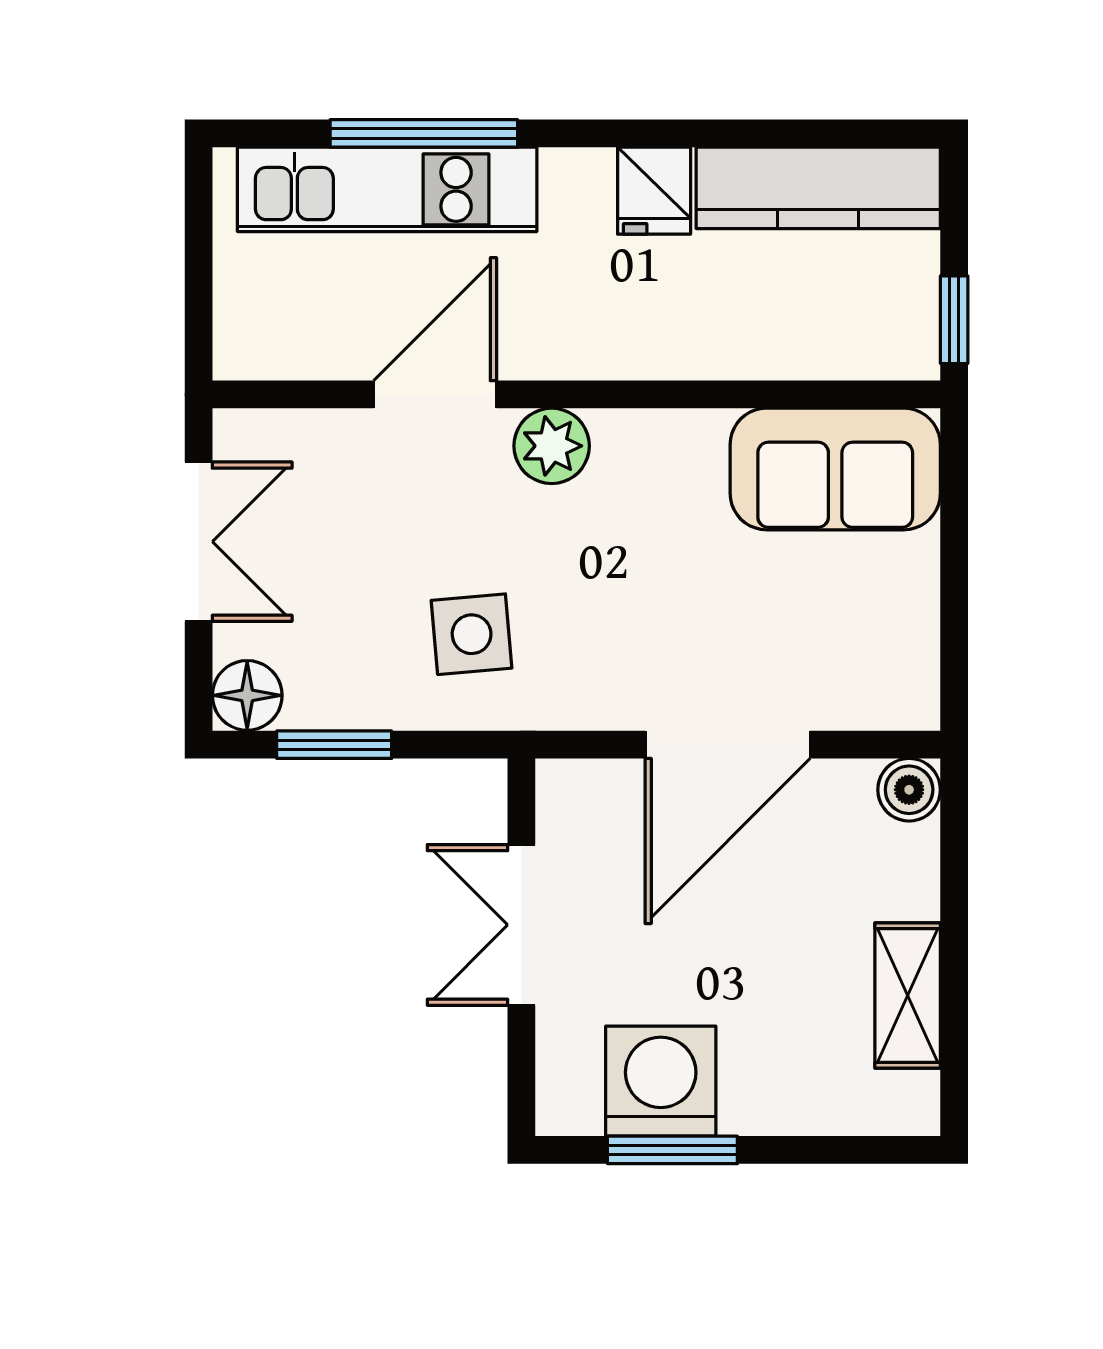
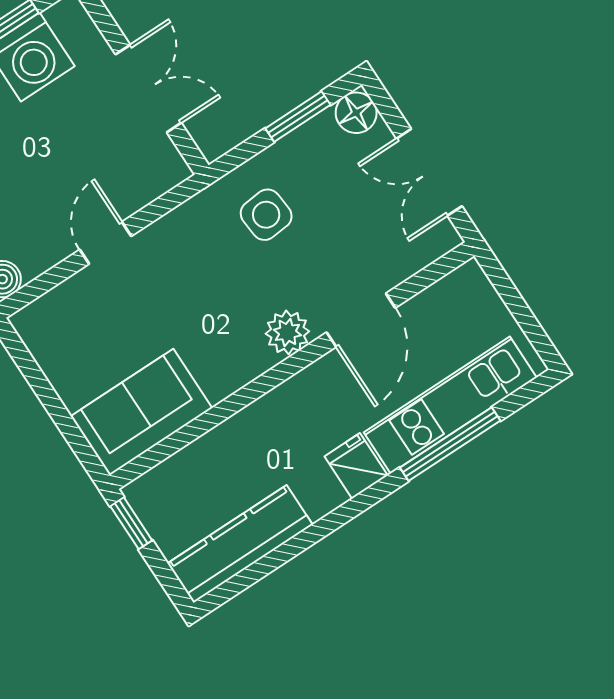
fridge: (654, 191) -> (356, 466), moved
door: (728, 745) -> (106, 243), width x0.53

